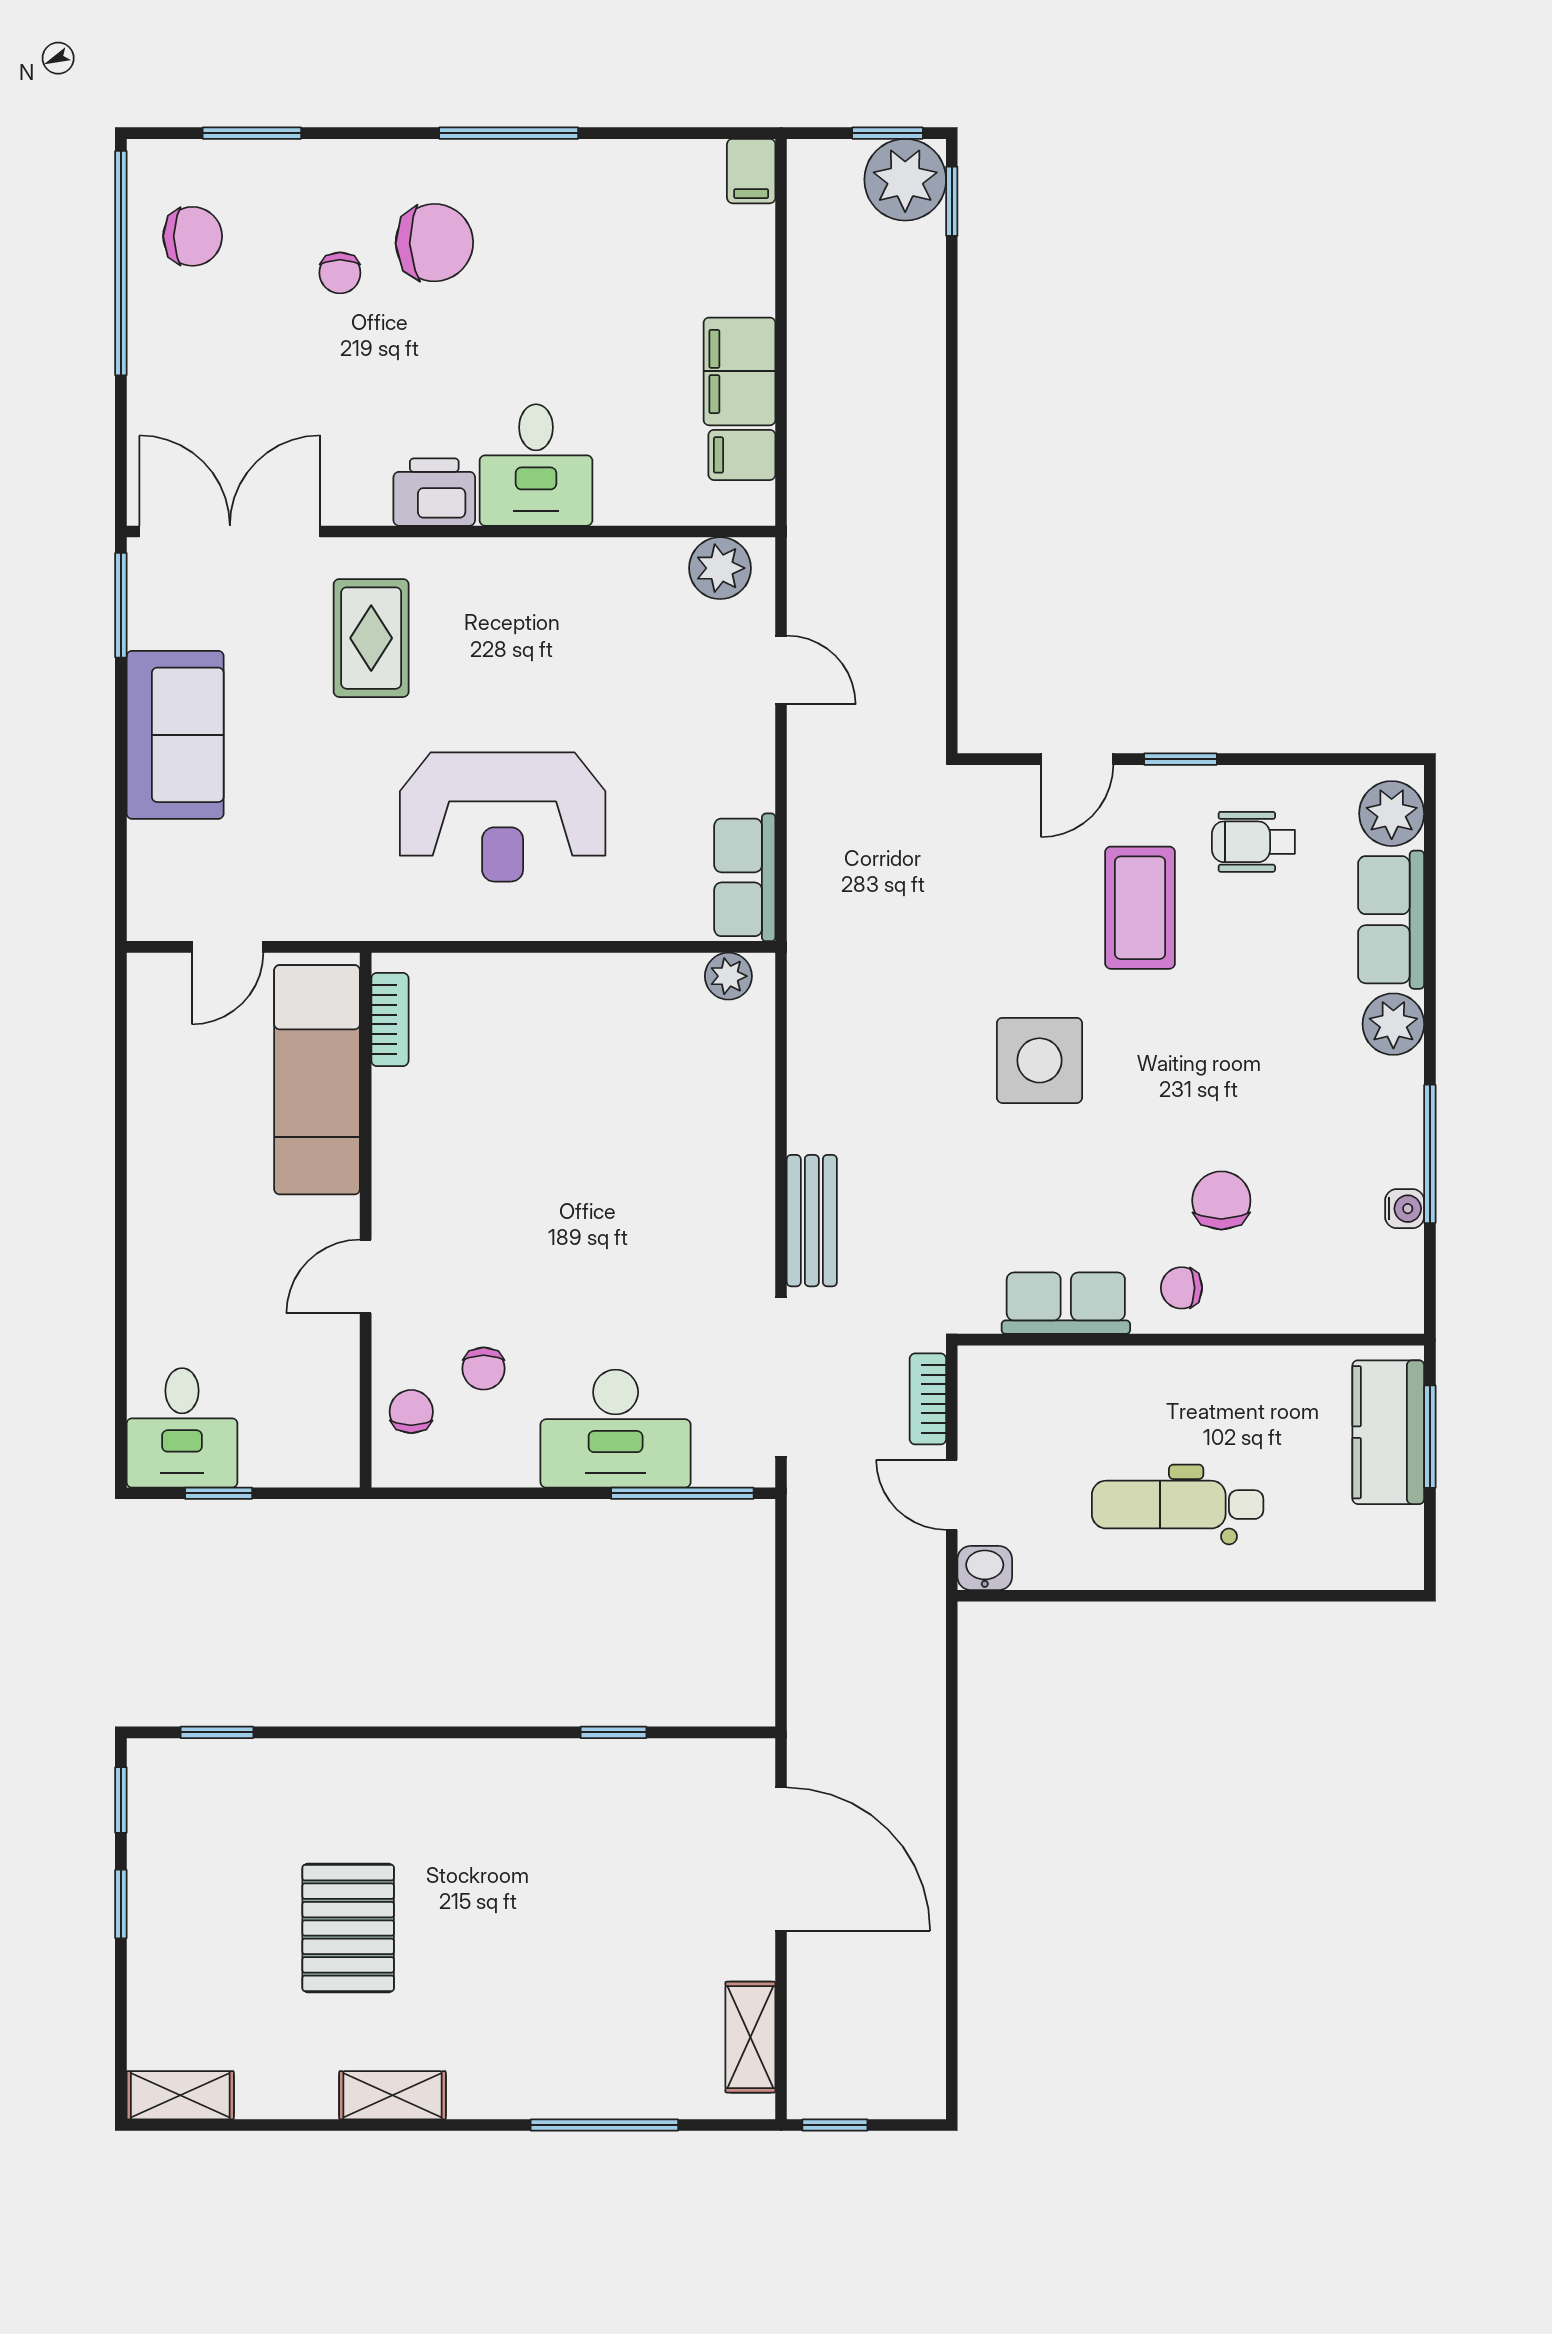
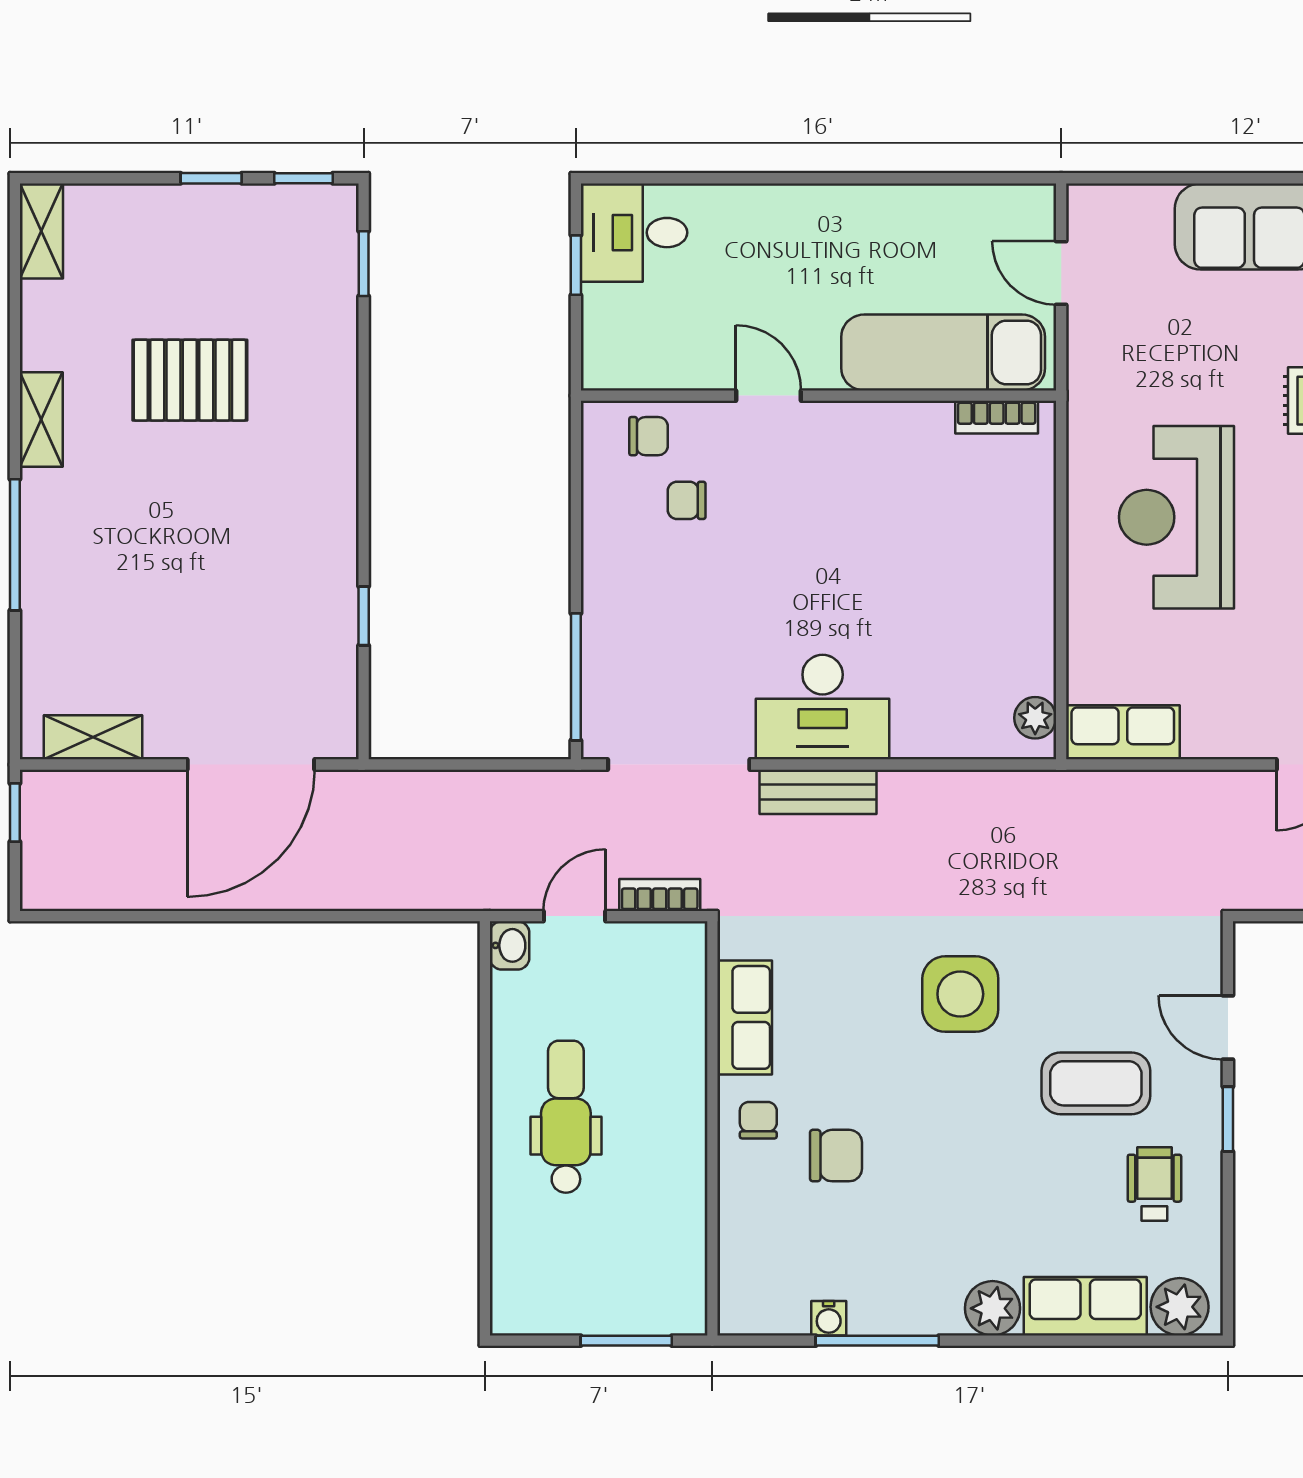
desk: (616, 1429) -> (823, 707), moved, turned -90
kitchen counter: (1388, 1432) -> (630, 1304), removed
window: (604, 2125) -> (15, 545), moved

